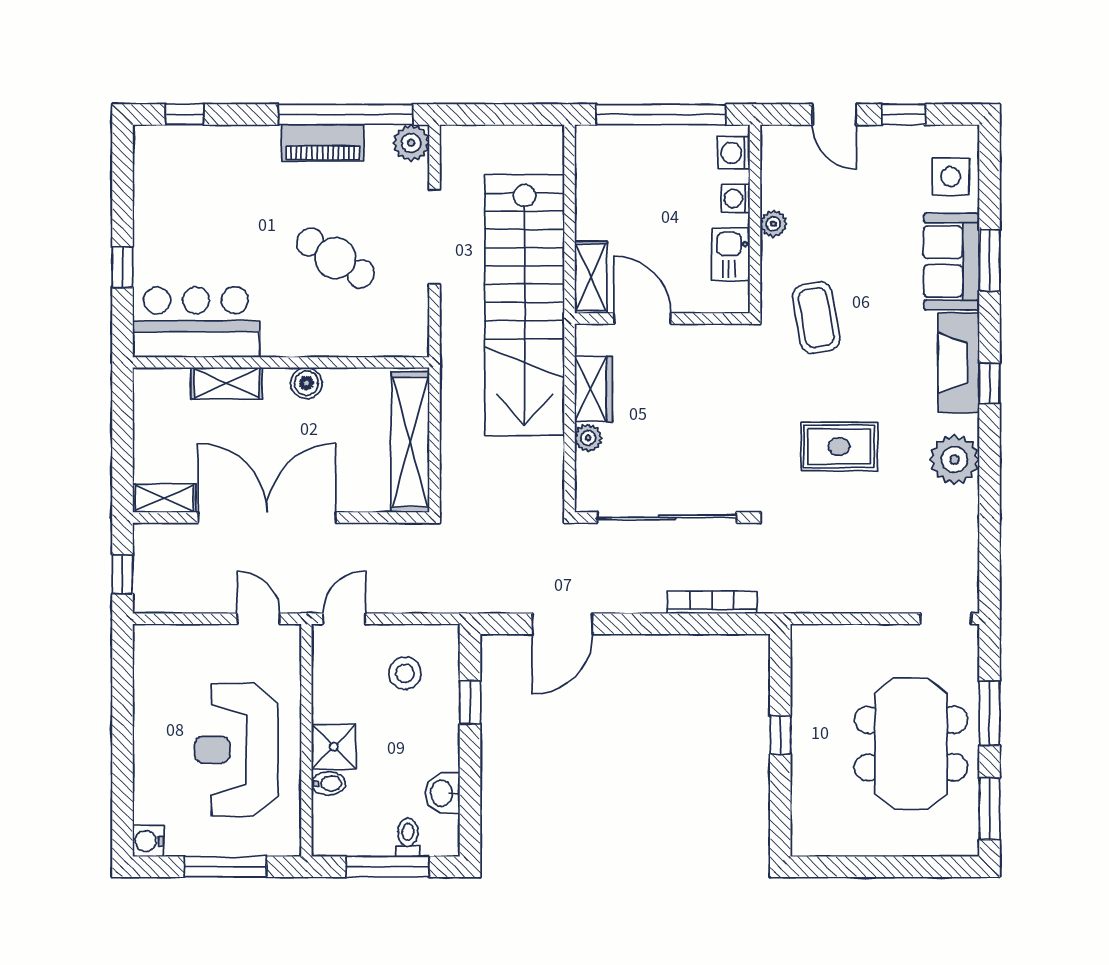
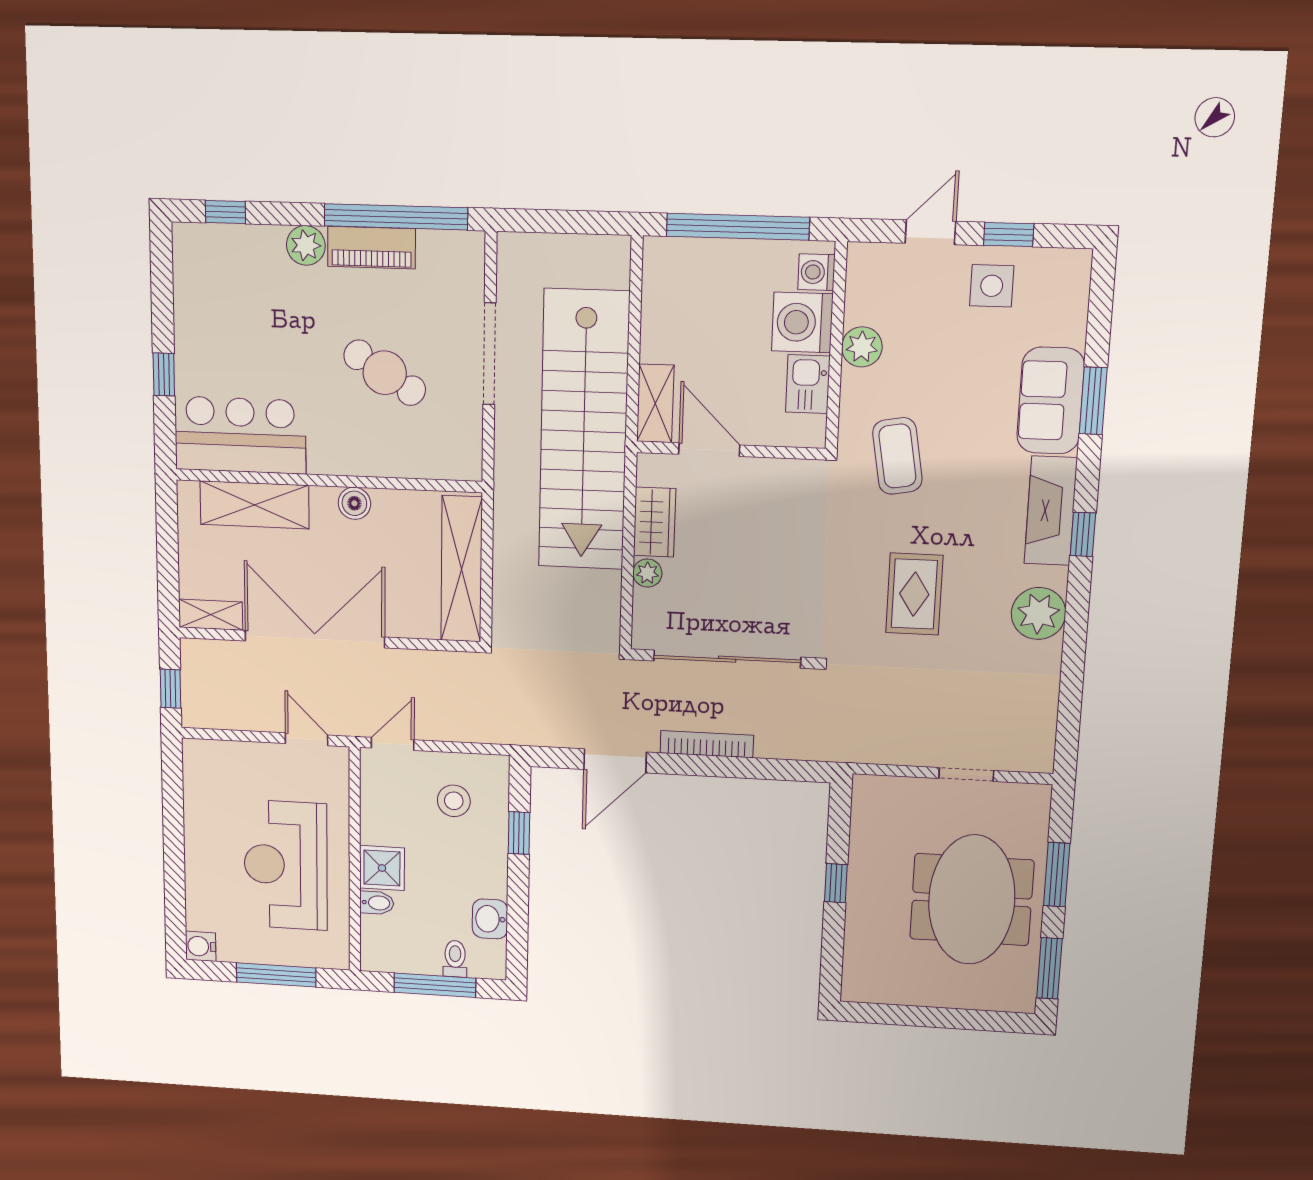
door: (834, 114) -> (930, 232), swing flipped
plant: (411, 143) -> (306, 245), moved
side table: (951, 177) -> (992, 286), moved
washing machine: (736, 199) -> (802, 322), width x1.89, depth x1.89
plant: (773, 224) -> (862, 347), width x1.38, depth x1.38
shelving: (227, 383) -> (254, 505), width x1.50, depth x1.33
rug: (839, 446) -> (914, 594), turned 90
bookcase: (712, 602) -> (707, 744), moved
doorway: (946, 619) -> (966, 774), moved

